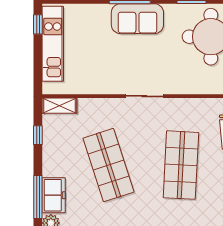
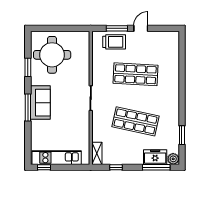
shop shelf: (109, 165) -> (136, 121), turned 30

